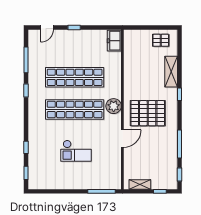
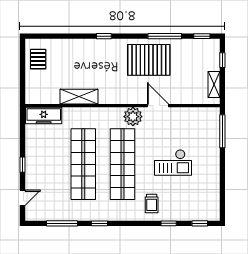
door: (47, 28) -> (22, 198), hinge flipped
freezer: (114, 41) -> (44, 116), width x1.40
shelving: (171, 72) -> (79, 97), moved
plant: (114, 106) -> (133, 117), moved
pallet: (148, 113) -> (149, 60), moved, turned 90
trolley: (42, 133) -> (152, 204), added
checkout: (76, 151) -> (173, 163), turned 90

